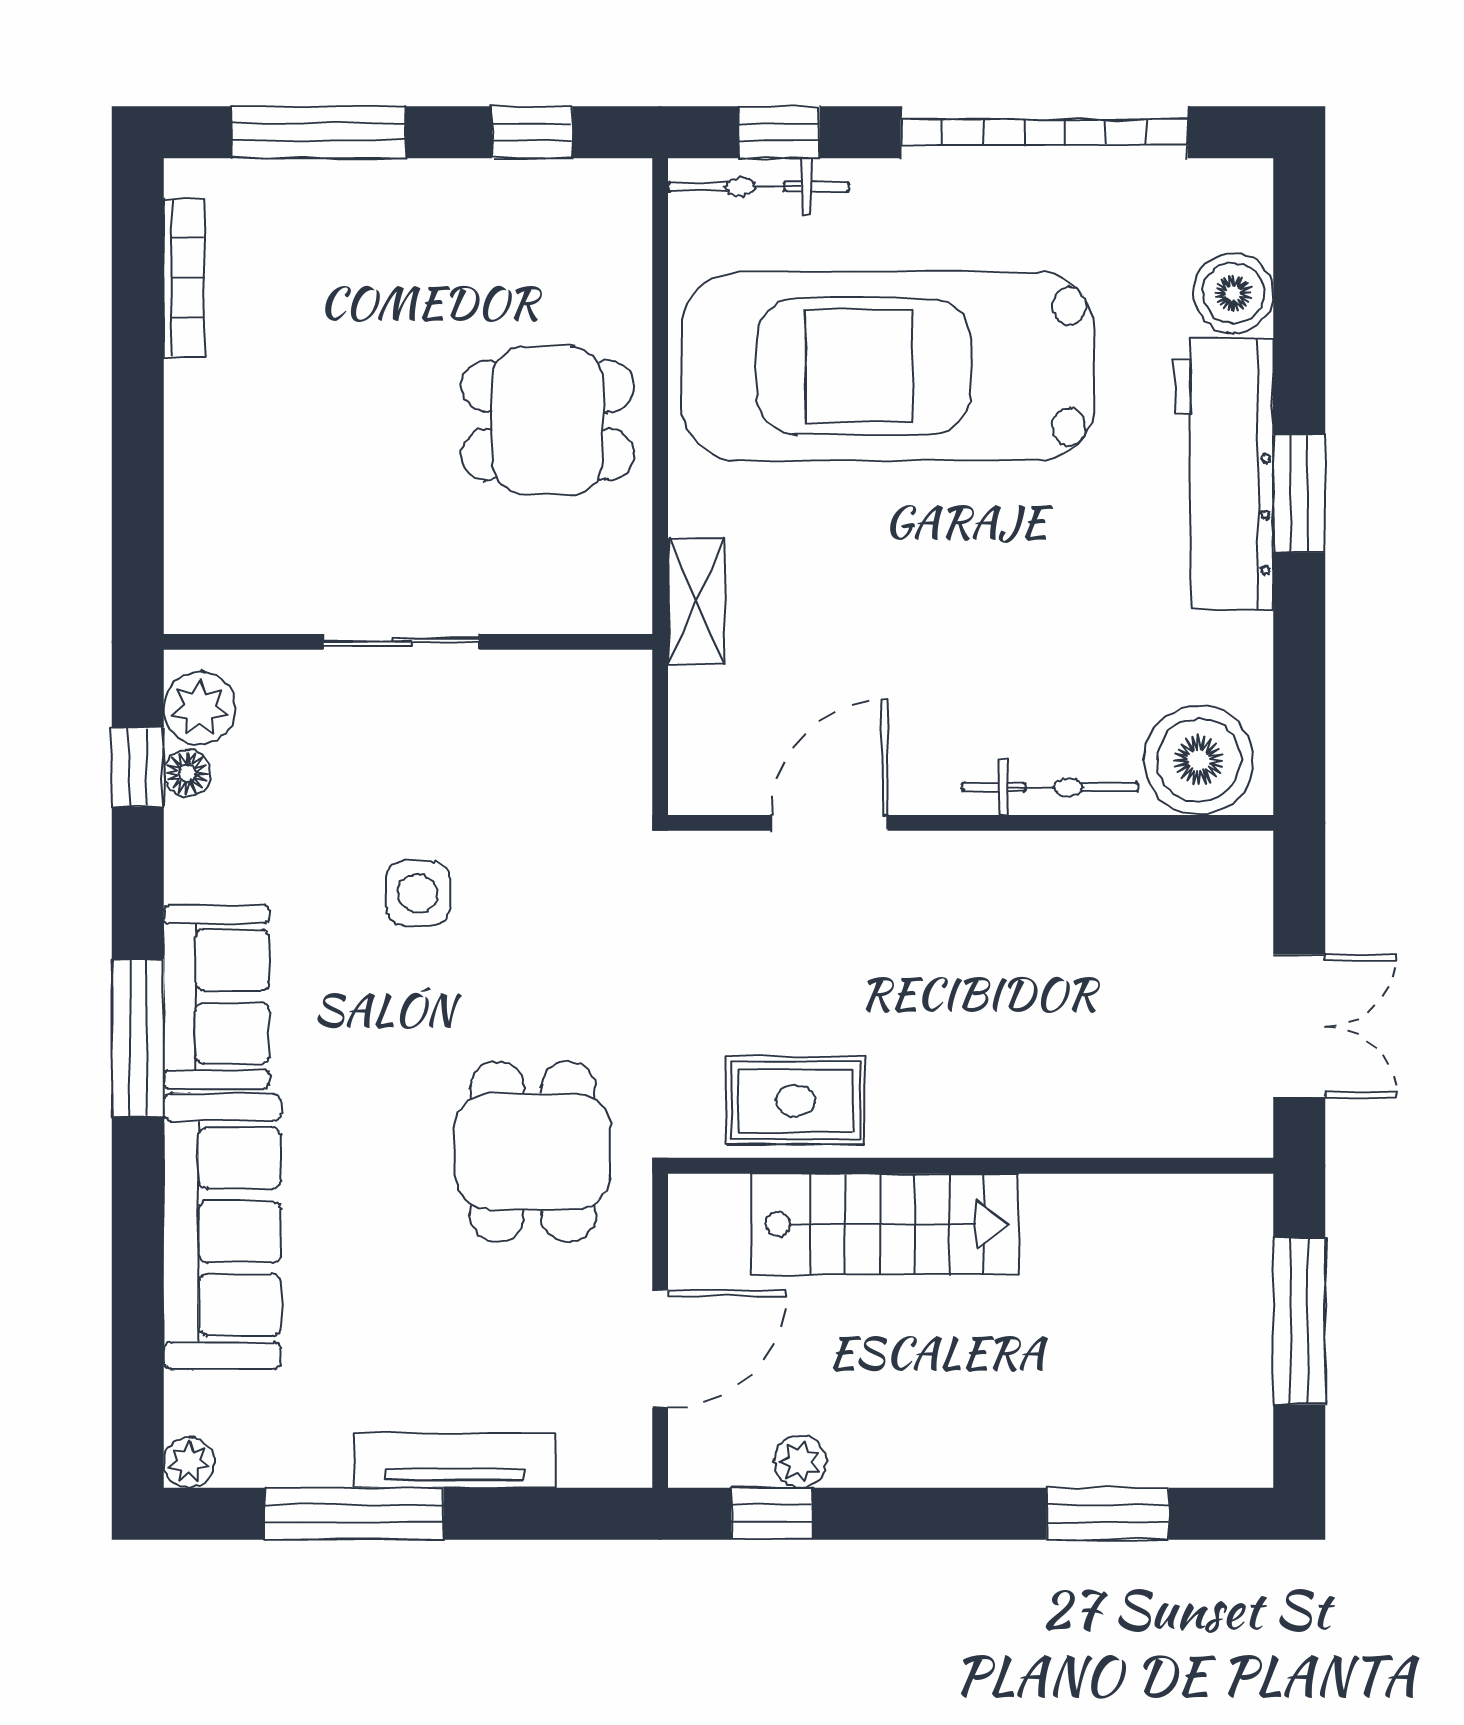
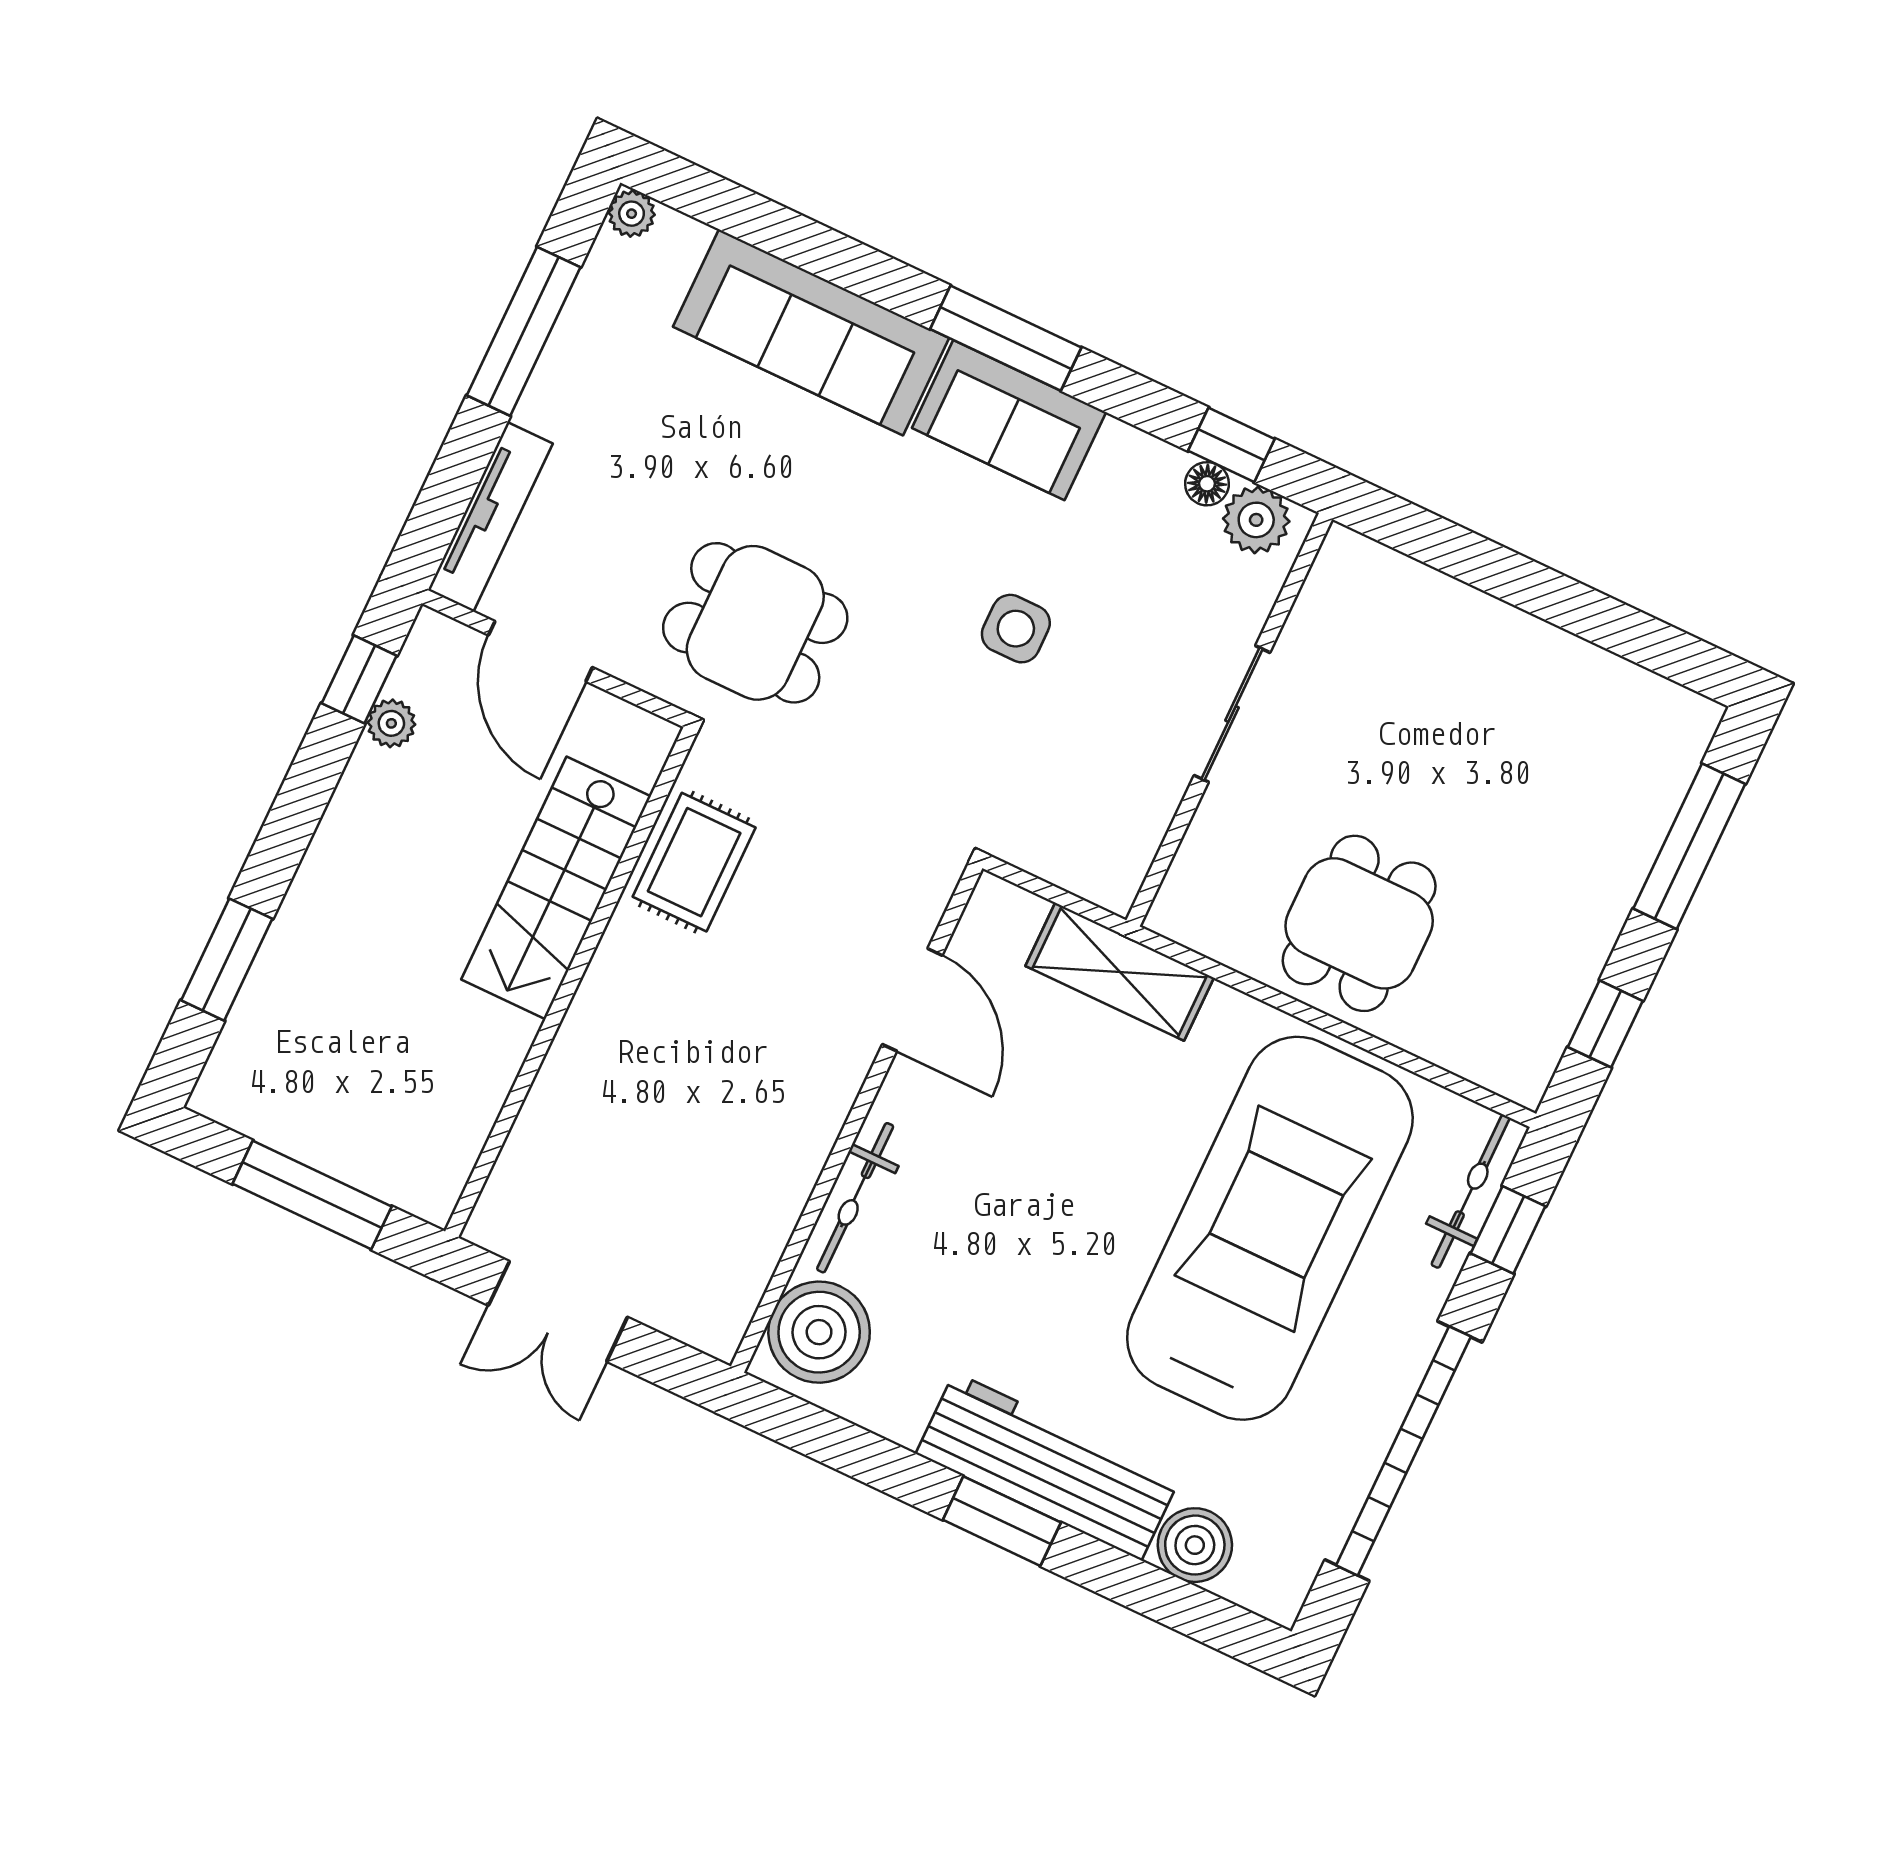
bookcase: (184, 278) -> (1621, 676), removed
shelving: (697, 601) -> (1120, 972), width x1.50, depth x1.33
tv unit: (454, 1460) -> (490, 517), moved

